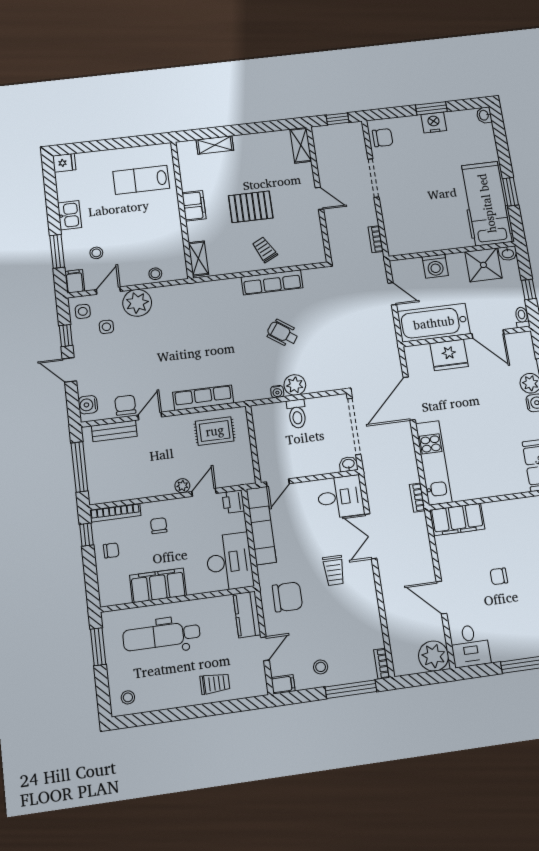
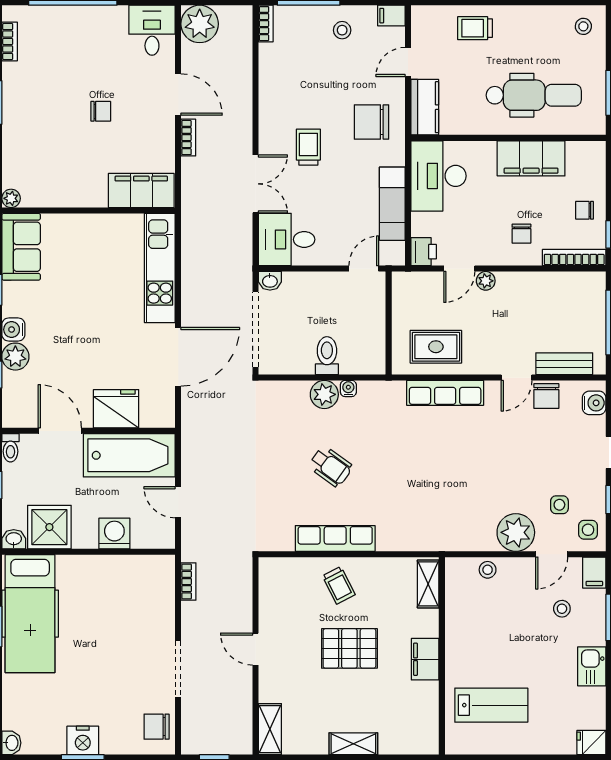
shelving: (215, 145) -> (353, 744), moved
bookcase: (417, 498) -> (188, 138), moved

